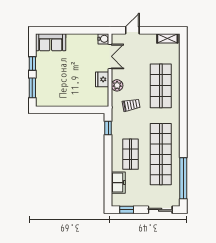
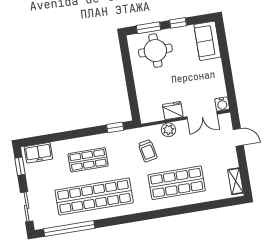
round table: (52, 85) -> (155, 51), added
freezer: (118, 183) -> (38, 153), moved

